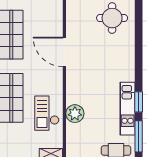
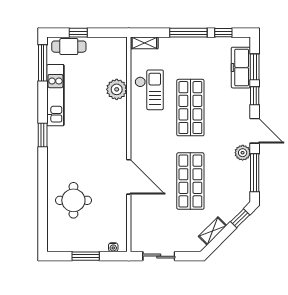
door: (64, 52) -> (129, 177), moved
window: (139, 102) -> (43, 135), moved

